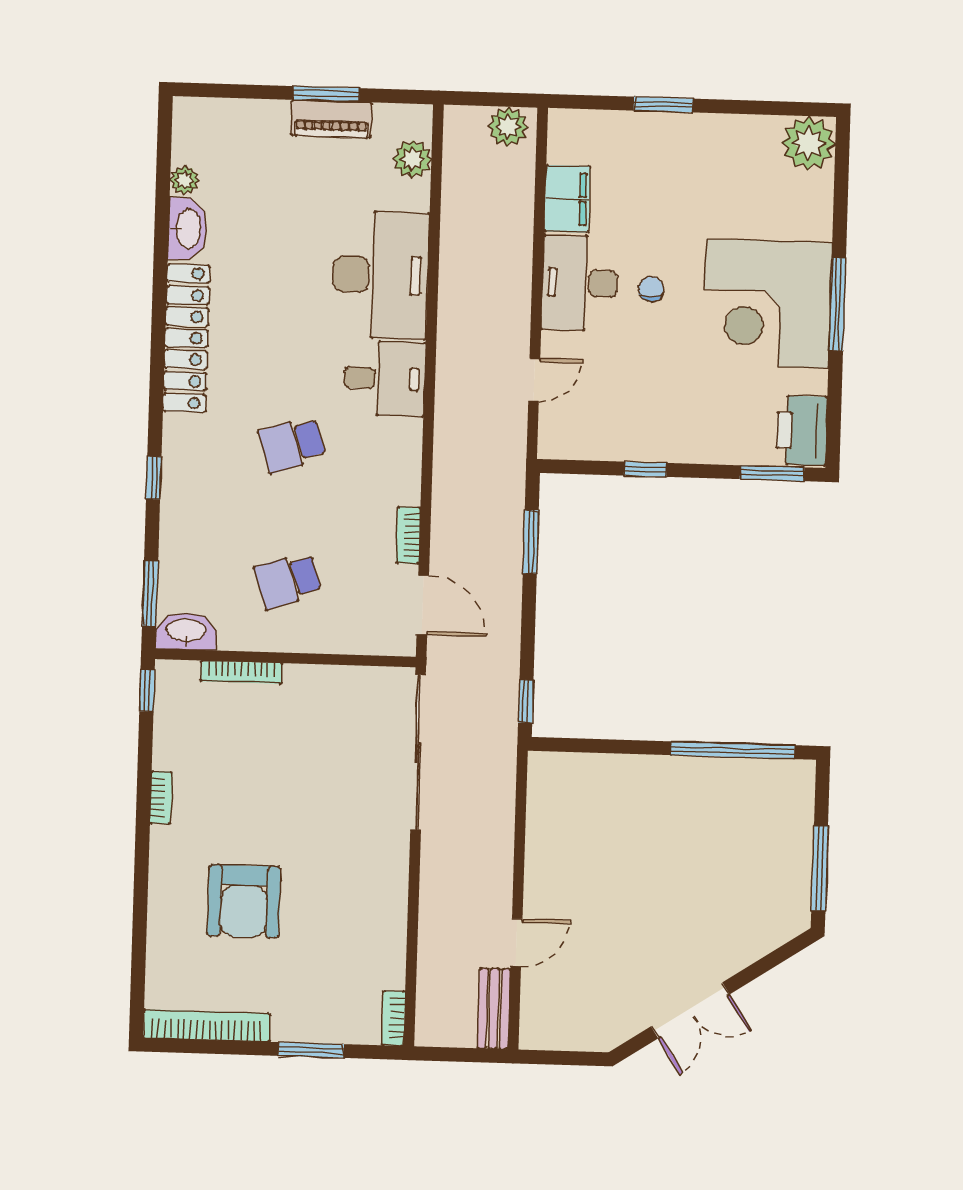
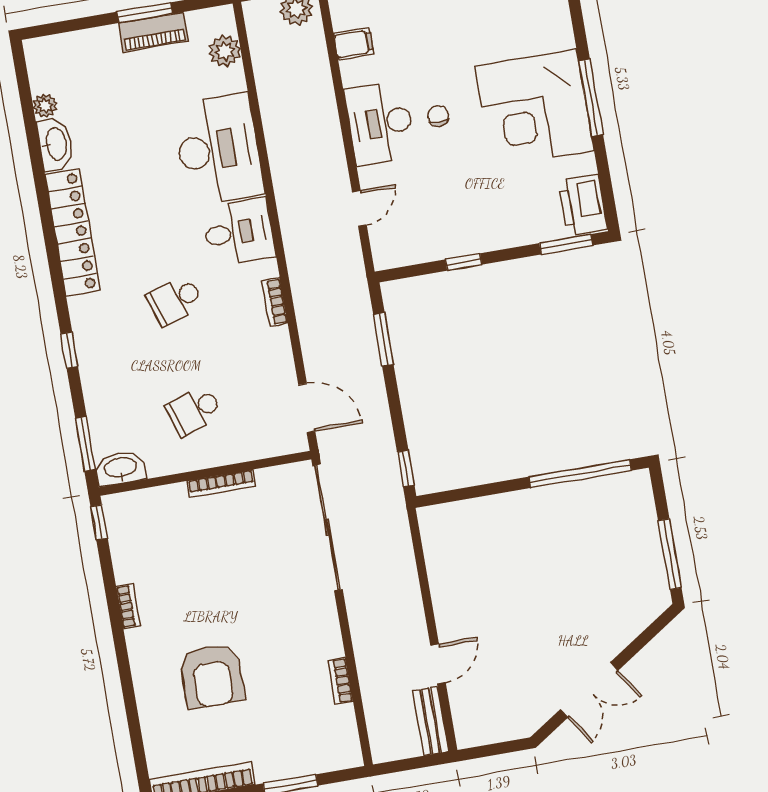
filing cabinet: (567, 199) -> (354, 44), width x0.50
bookcase: (408, 535) -> (275, 302), moved
bookcase: (241, 672) -> (221, 483), moved
bookcase: (394, 1018) -> (340, 681), moved

